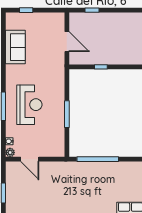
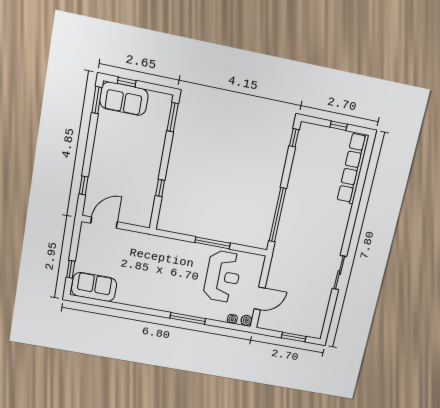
door: (67, 42) -> (104, 223), moved
sofa: (15, 47) -> (94, 287), moved
reception desk: (29, 105) -> (223, 276), moved, turned 90

